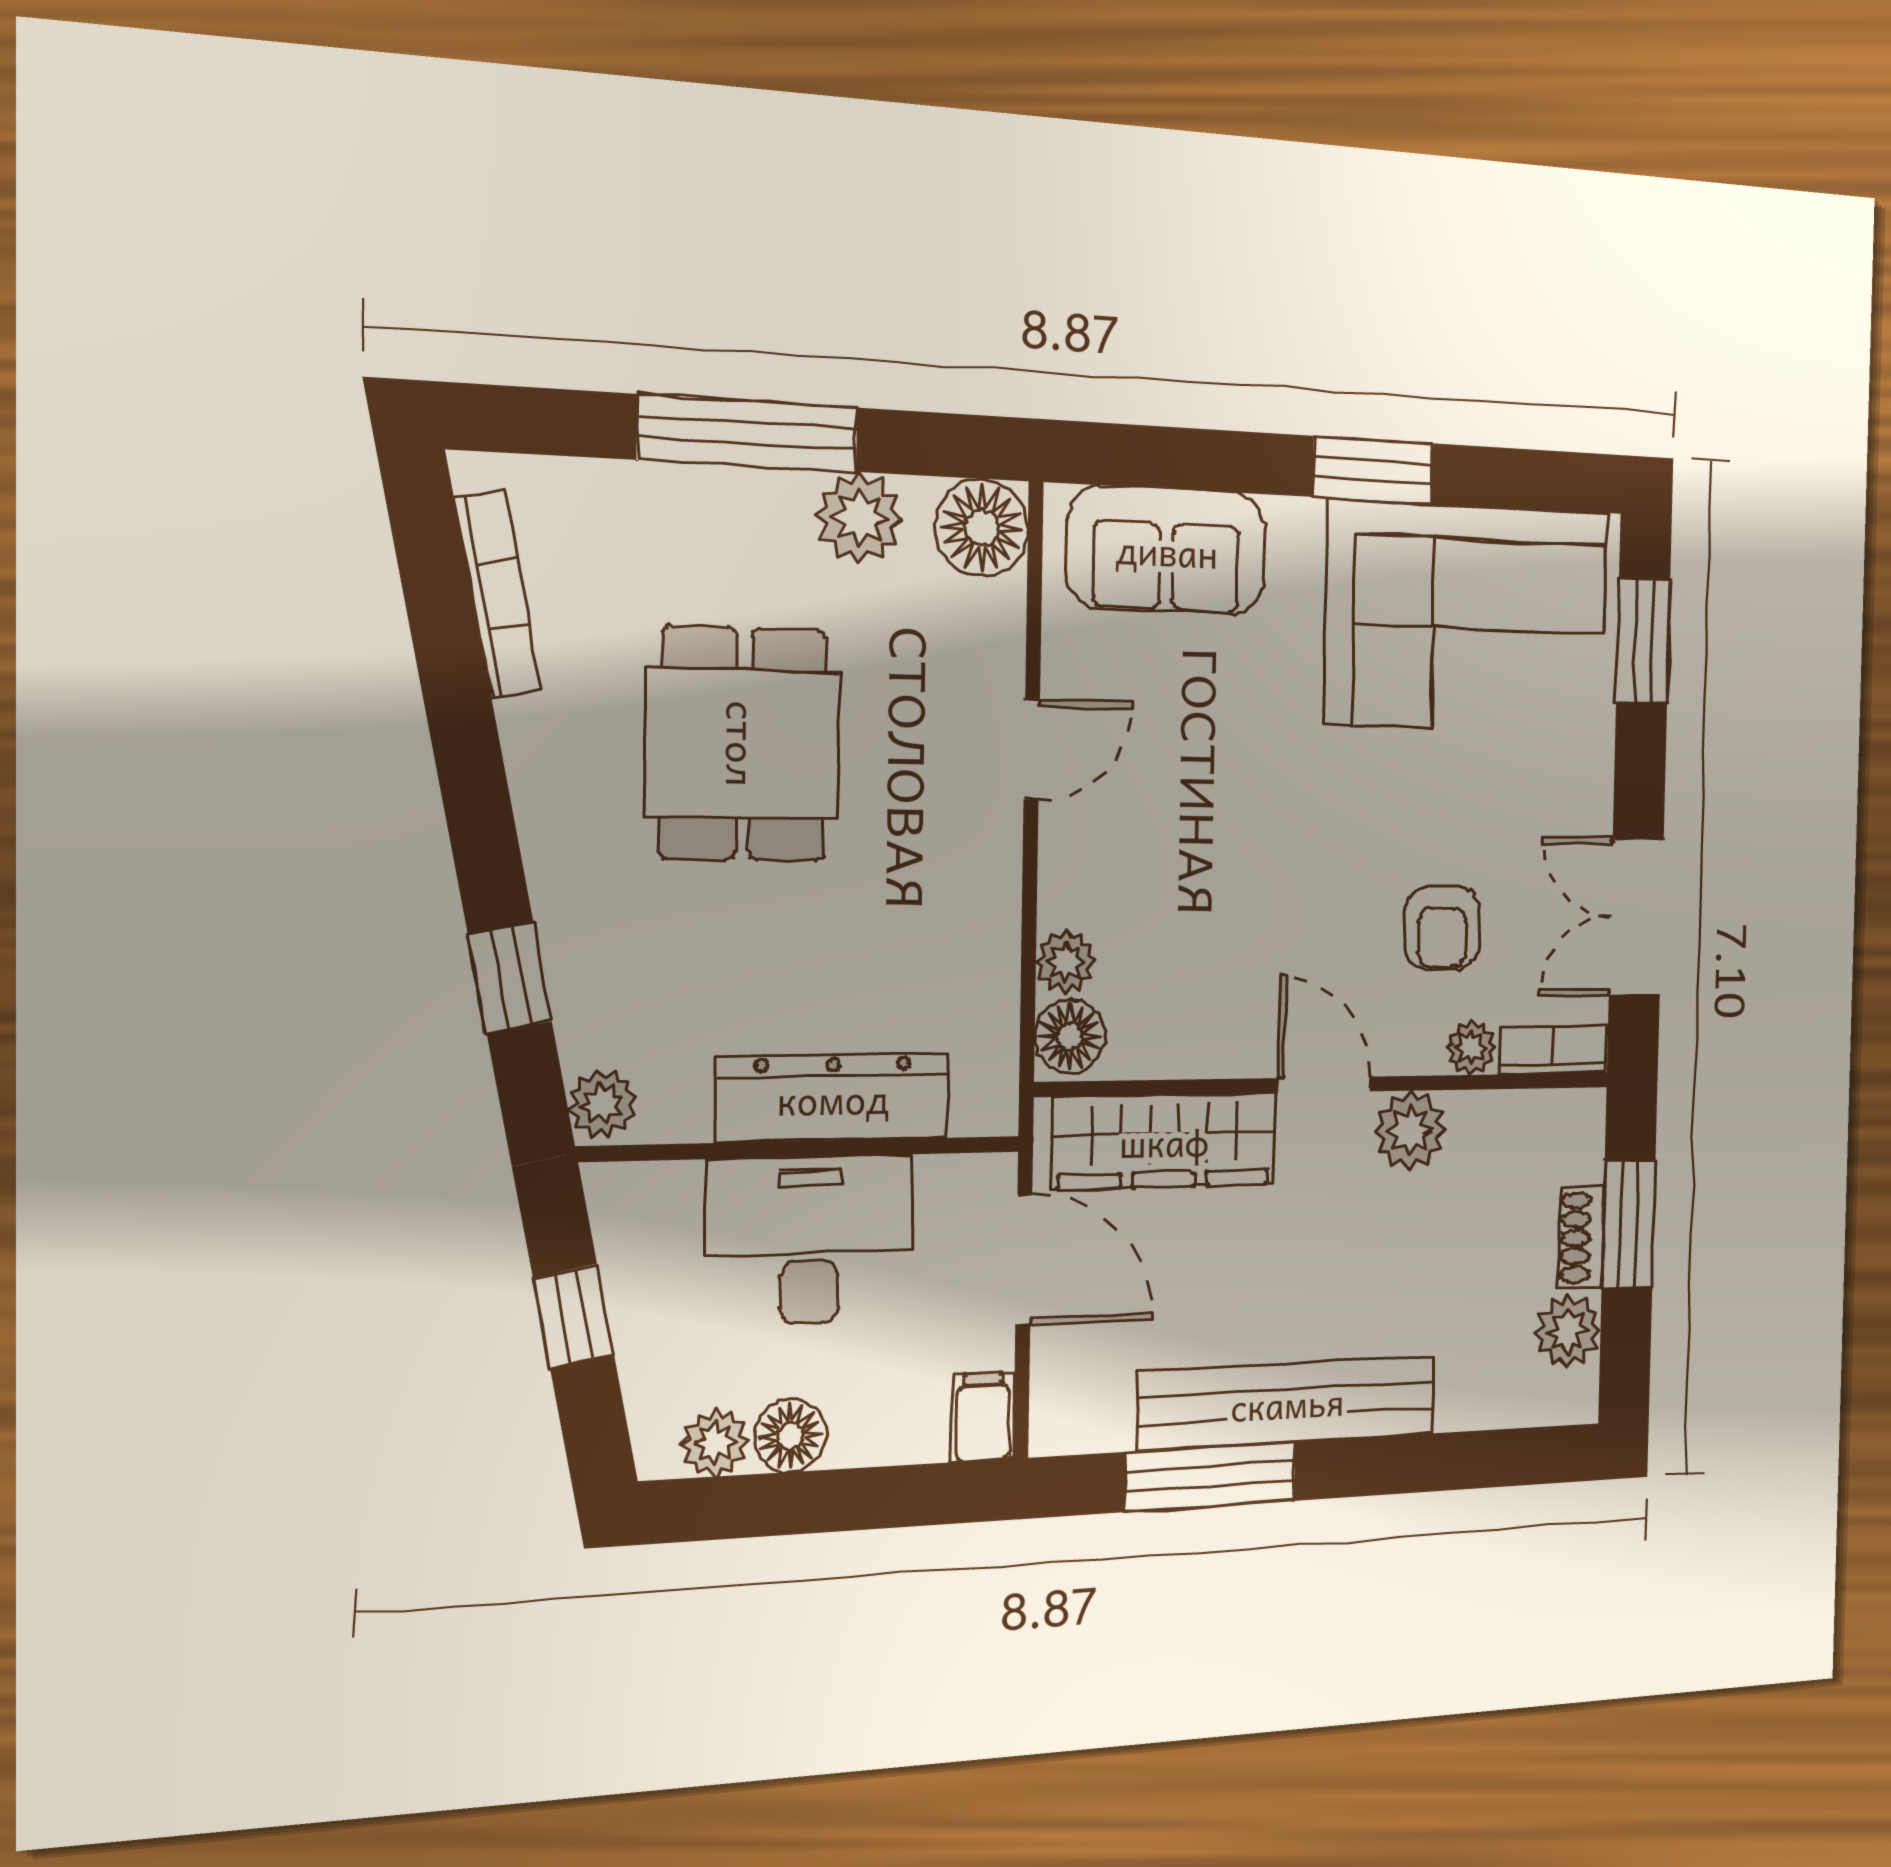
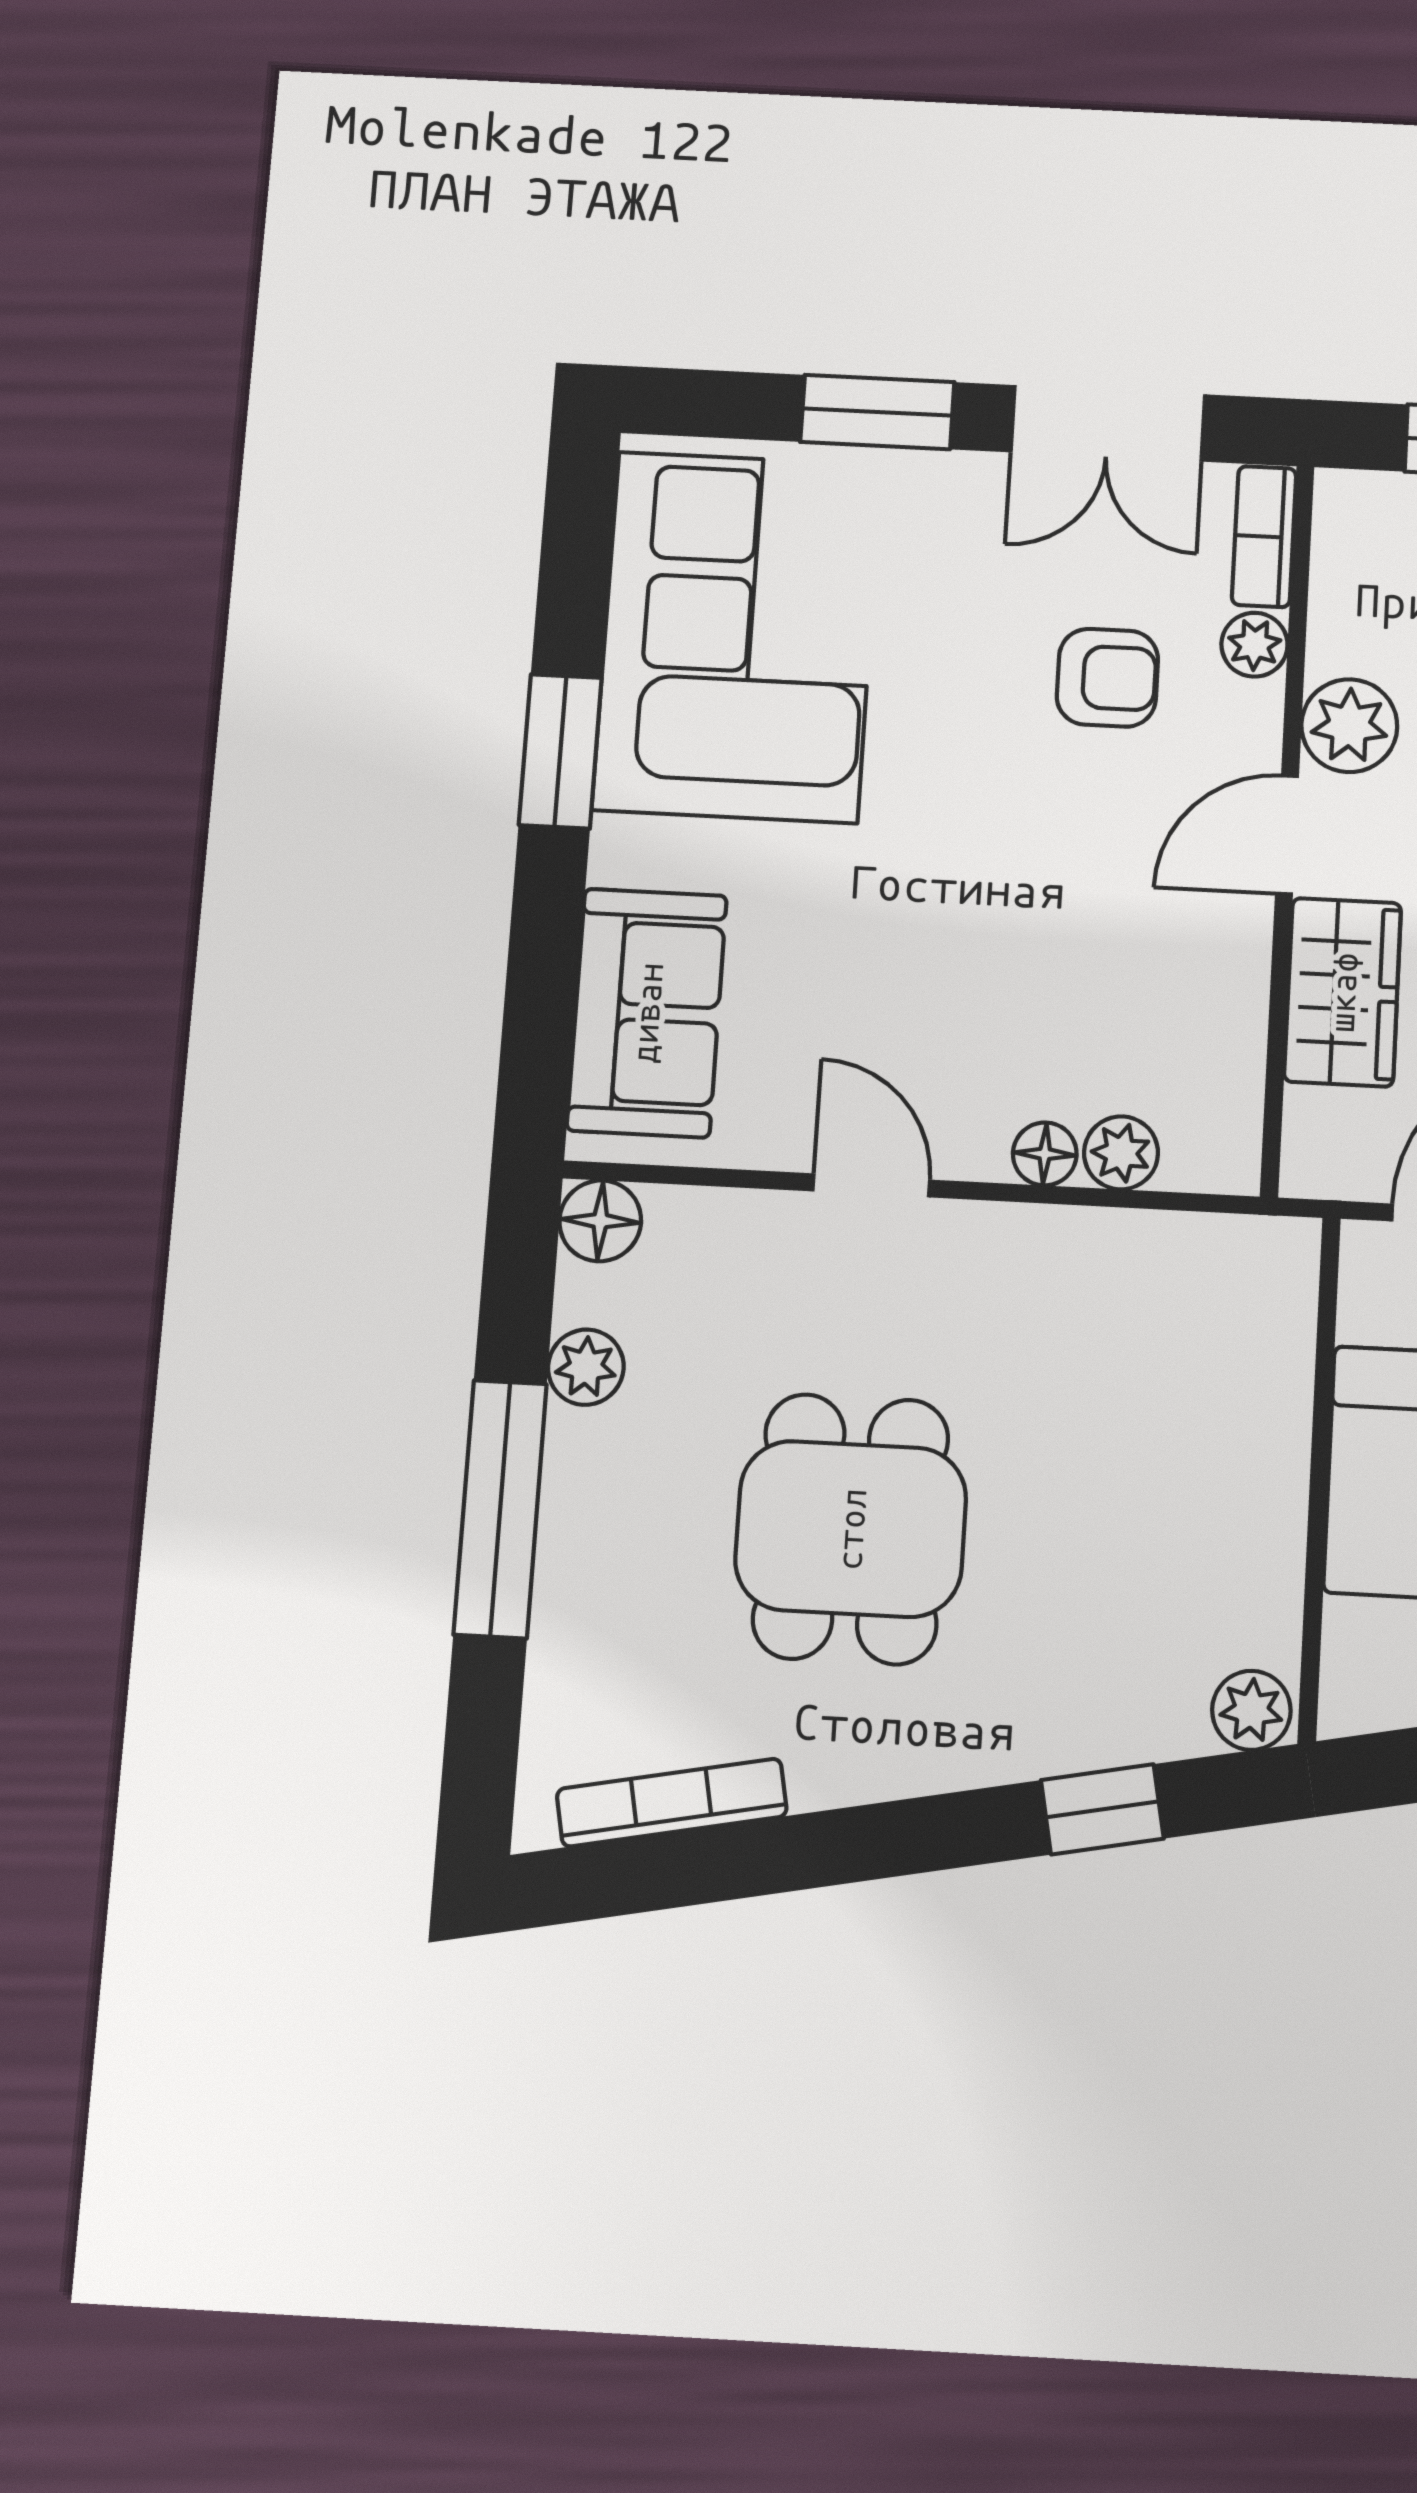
plant: (860, 518) -> (586, 1367), width x0.73, depth x0.73
floor lamp: (982, 528) -> (600, 1221), width x0.73, depth x0.73
window: (1643, 641) -> (877, 412), moved
dining table: (743, 744) -> (851, 1529), turned 90
floor lamp: (1070, 1036) -> (1045, 1154), moved, width x0.73, depth x0.73
dresser: (833, 1098) -> (1262, 1440), removed
wardrobe: (1164, 1141) -> (1343, 992), width x0.67

